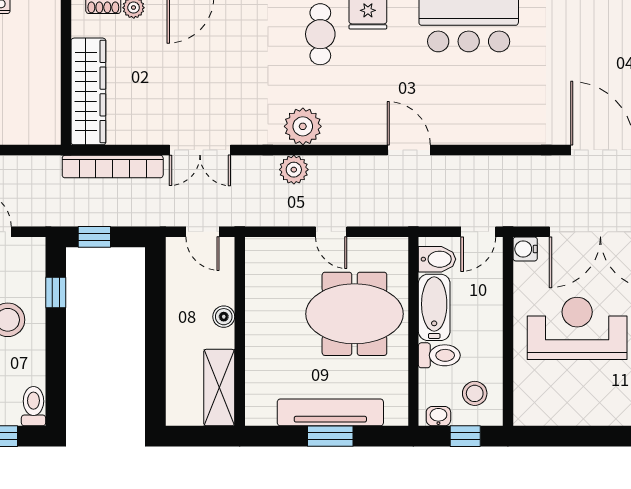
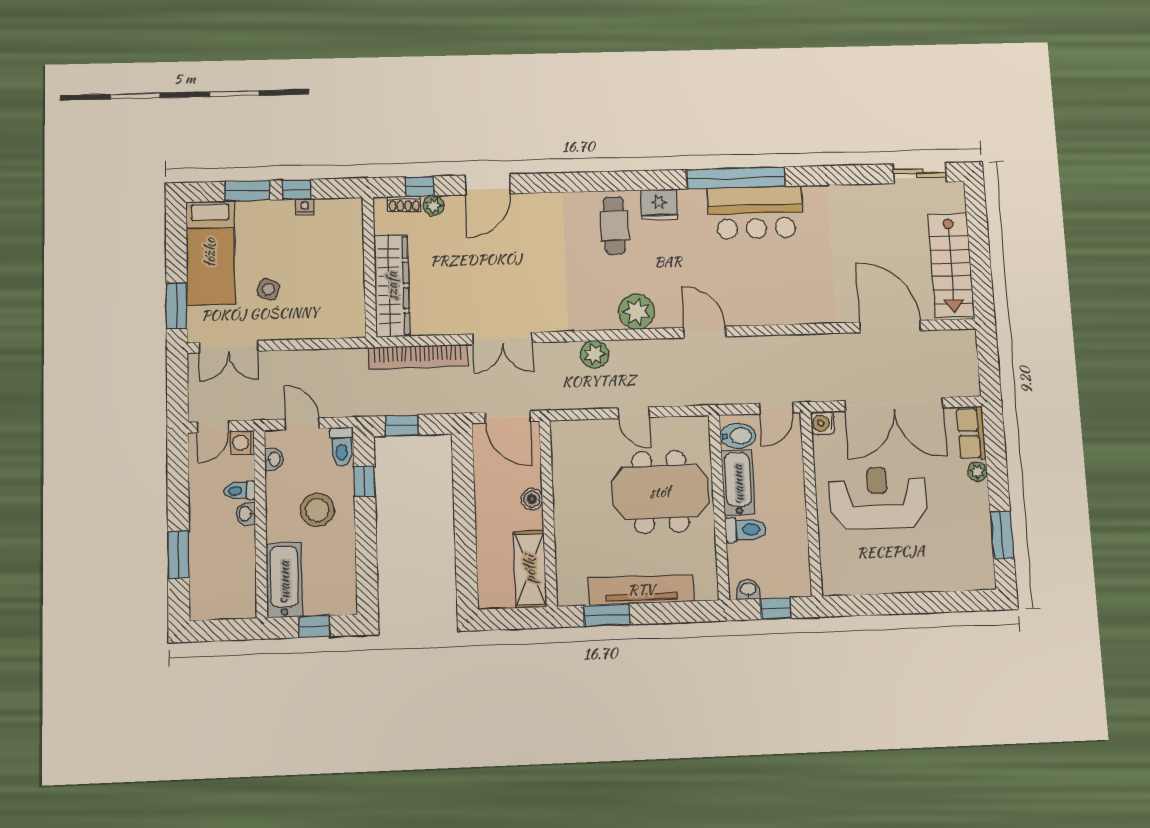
plant: (303, 126) -> (637, 312), moved
door: (203, 232) -> (508, 417), width x1.38
stool: (475, 393) -> (782, 566), removed
toilet: (33, 406) -> (342, 447), moved, turned 180
window: (330, 436) -> (607, 615), moved

